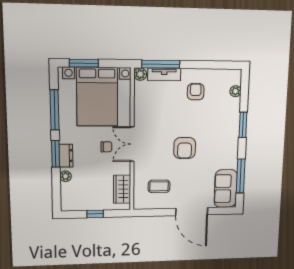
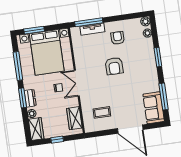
plant: (140, 74) -> (145, 21), moved
armchair: (185, 148) -> (114, 66), moved
wardrobe: (69, 197) -> (36, 129), added

